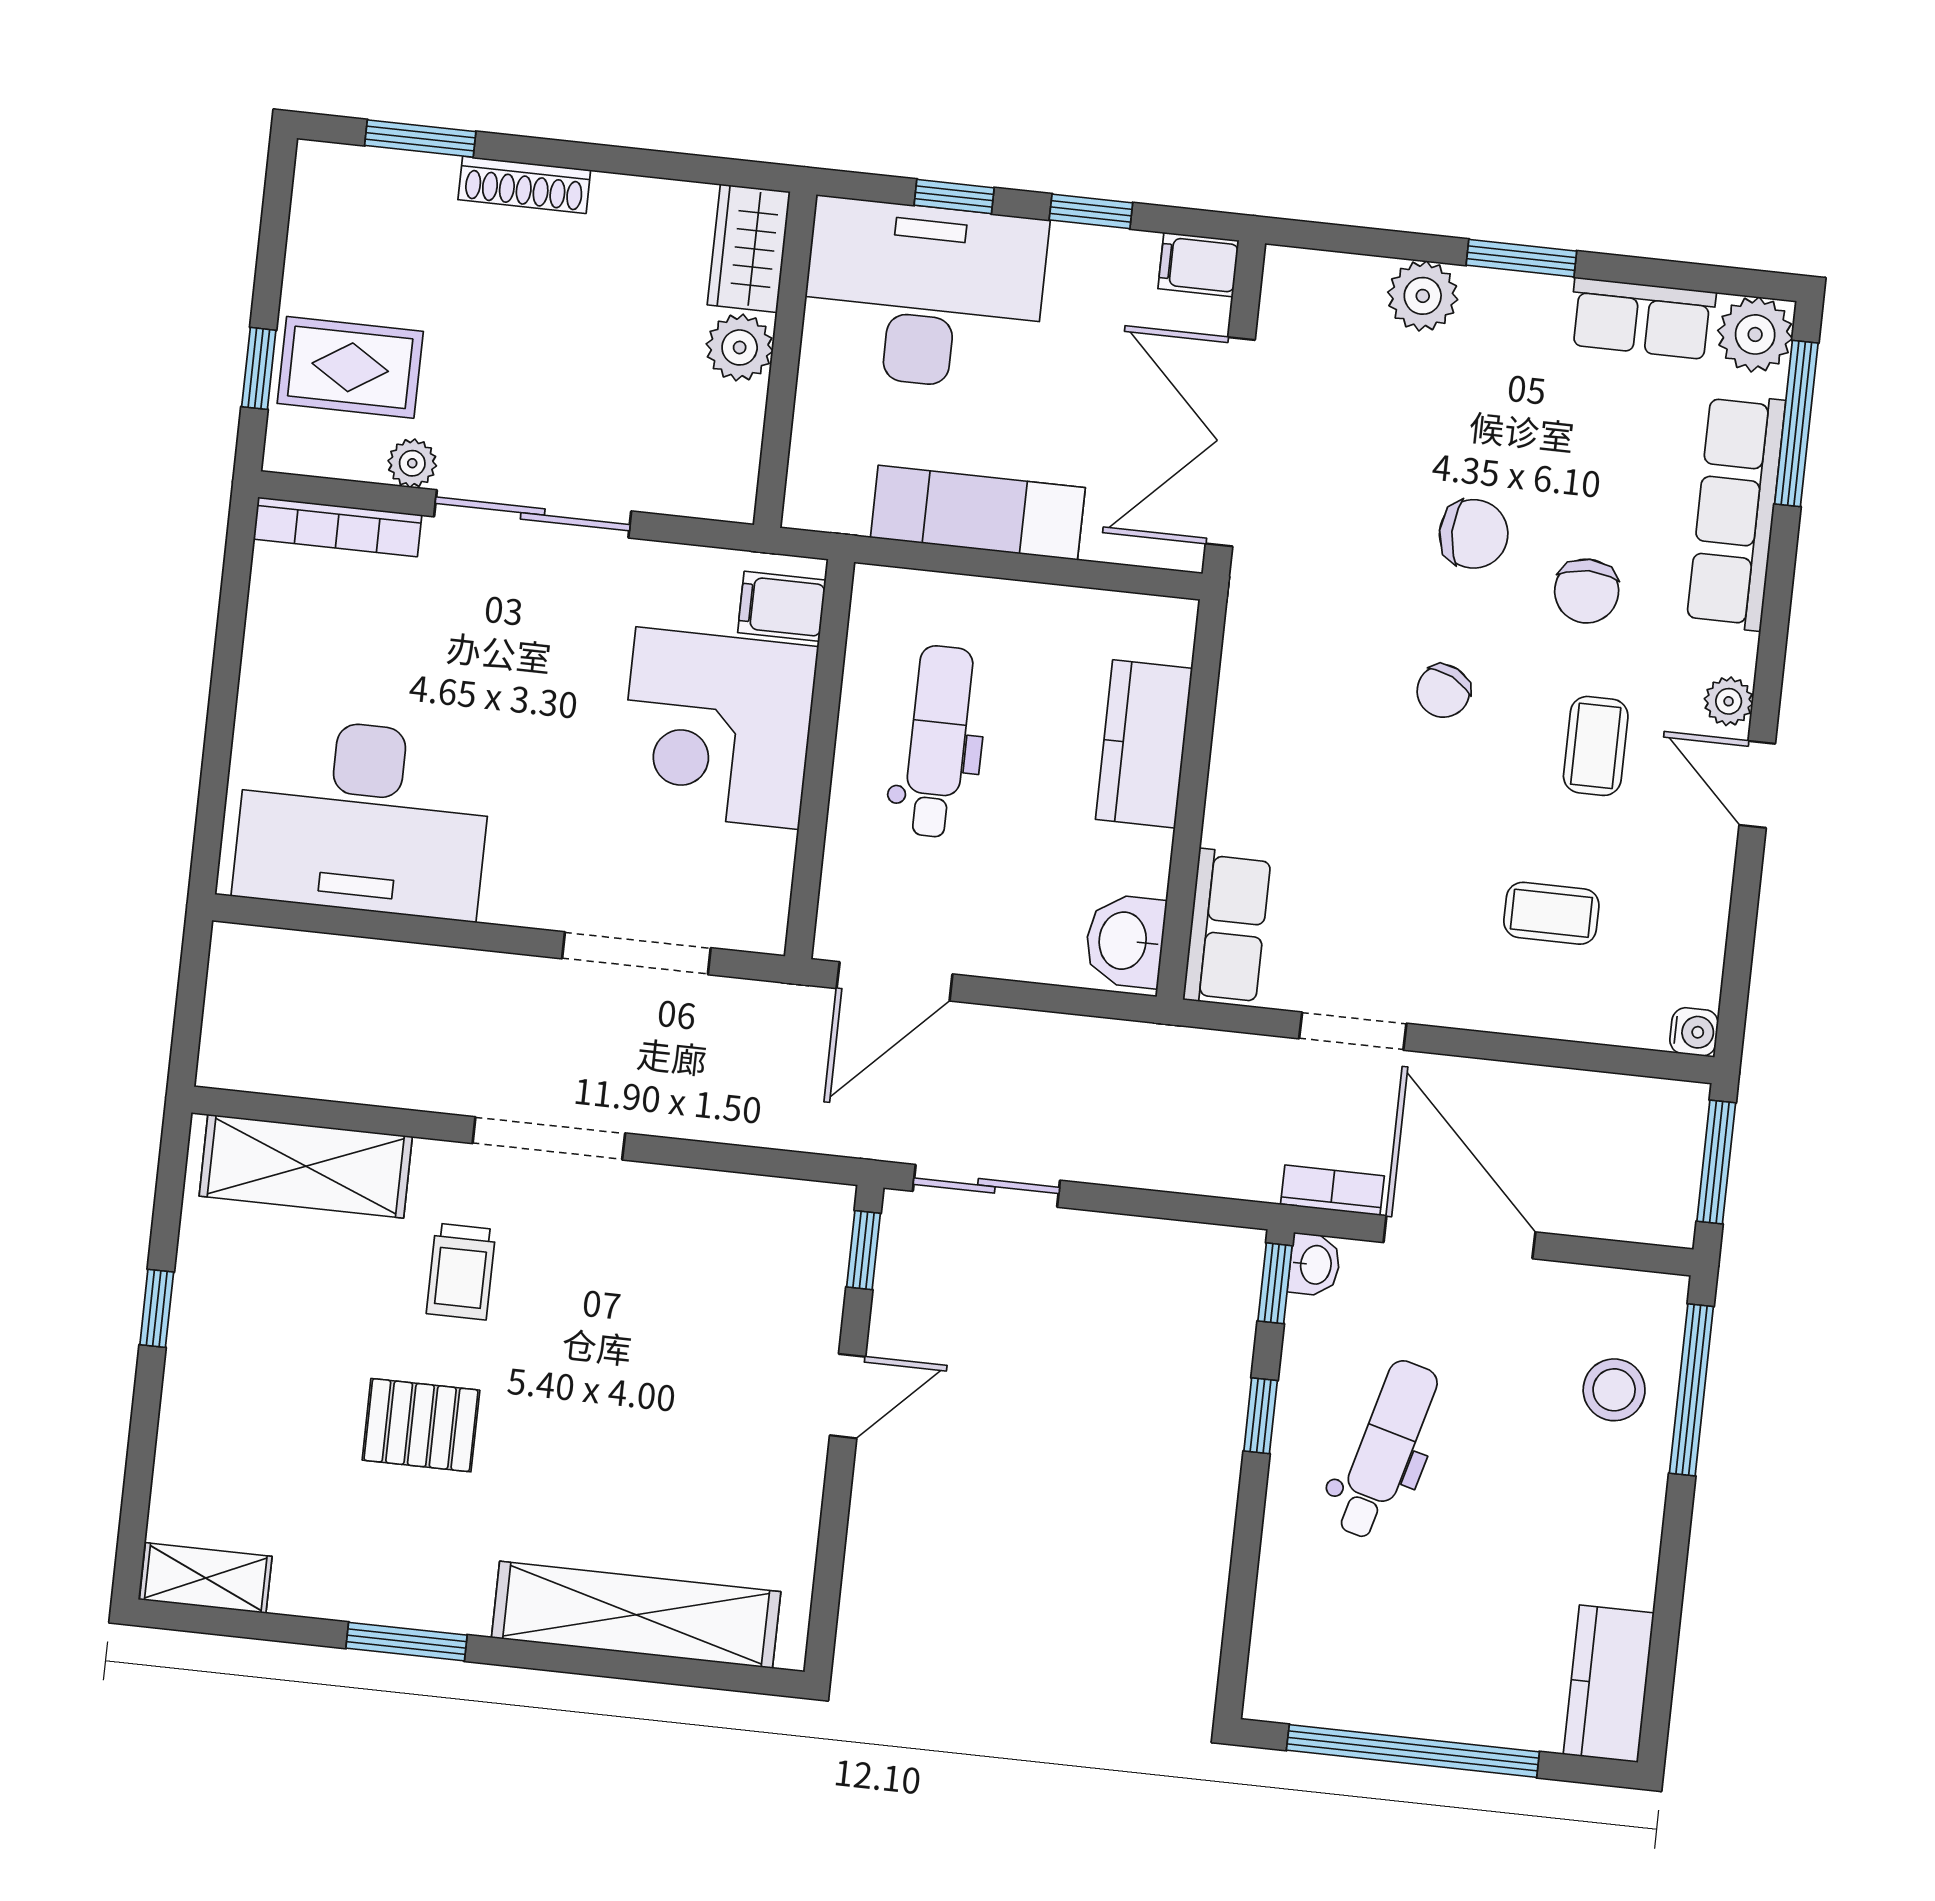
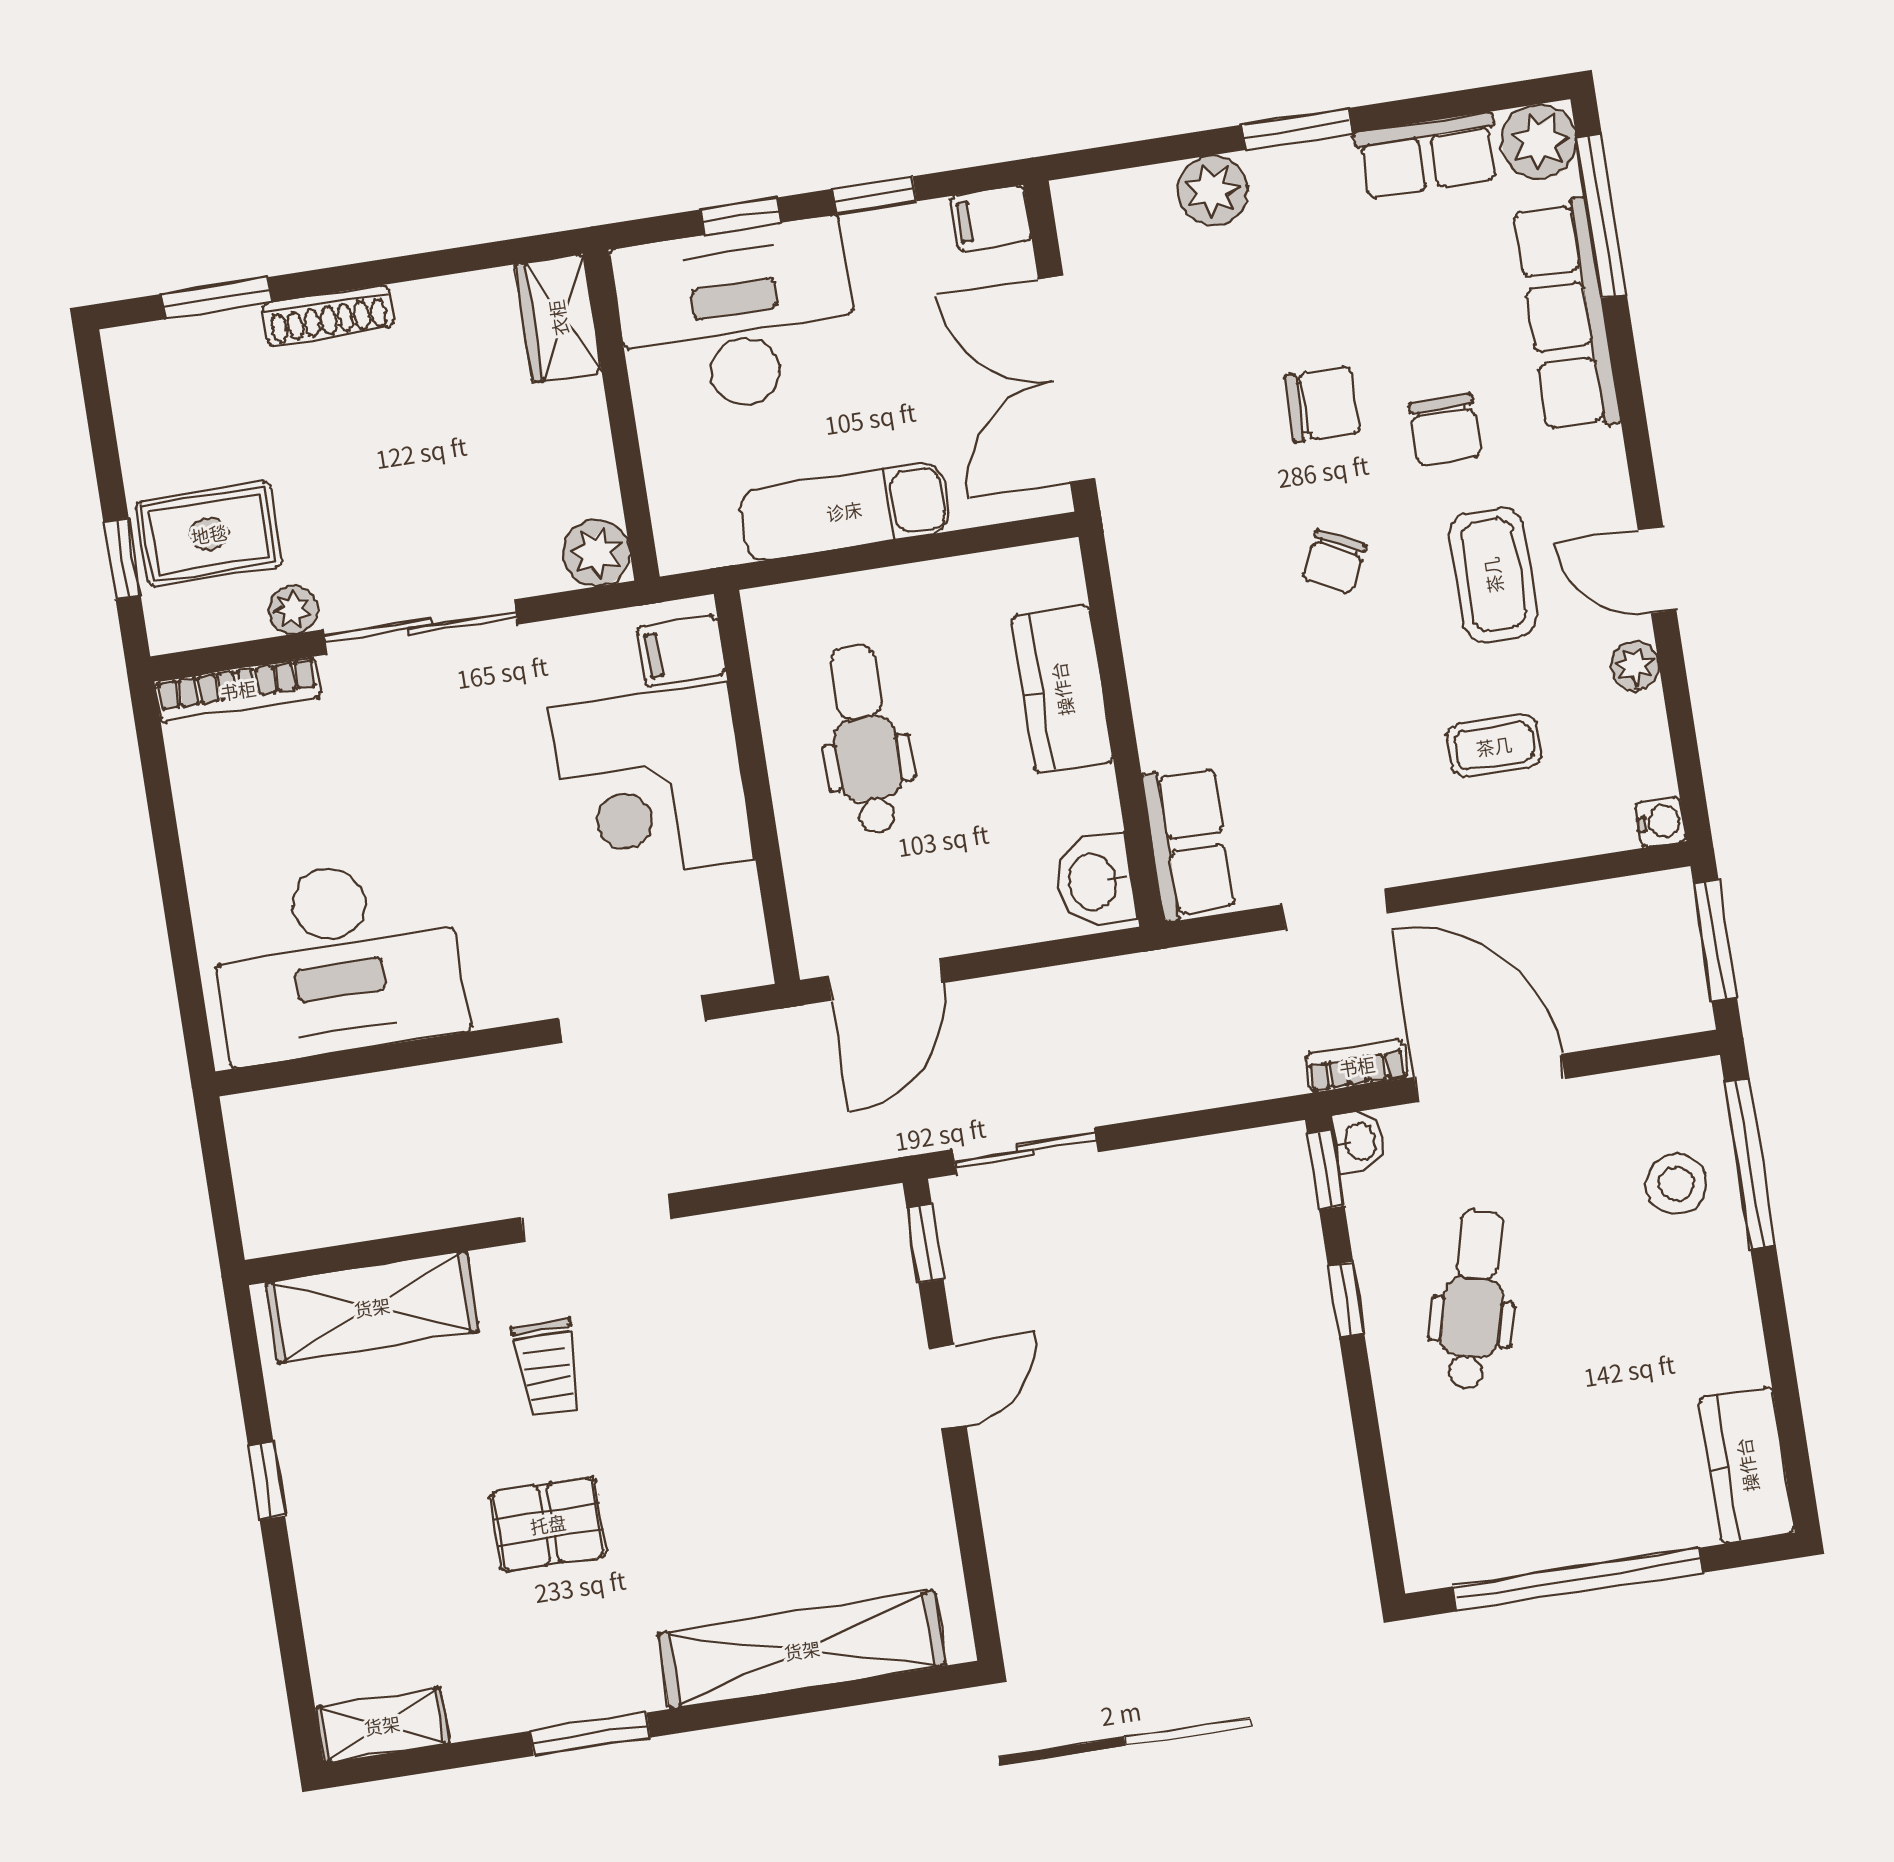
plant: (740, 347) -> (596, 553), moved
plant: (1729, 701) -> (1635, 666), moved
coffee table: (1596, 746) -> (1493, 575), width x1.36, depth x1.30

